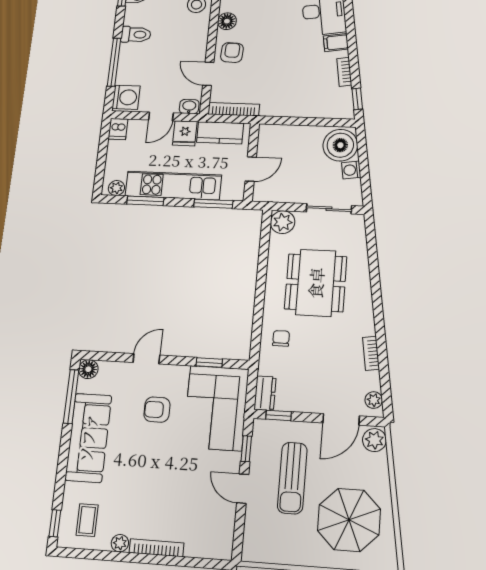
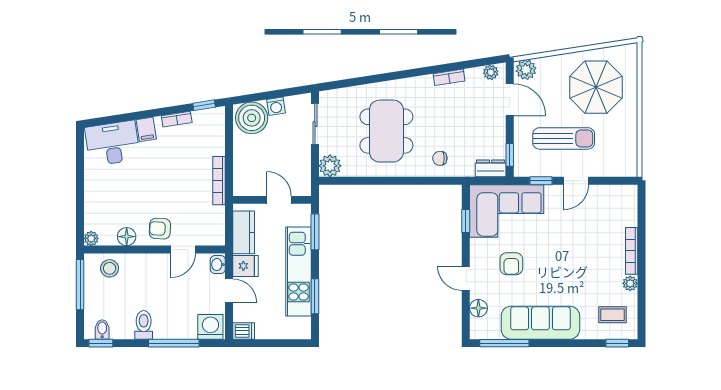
bookcase: (234, 109) -> (219, 181), moved
plant: (116, 188) -> (303, 325), removed
dining table: (316, 283) -> (386, 131), turned 90
floor lamp: (88, 369) -> (478, 308), moved

